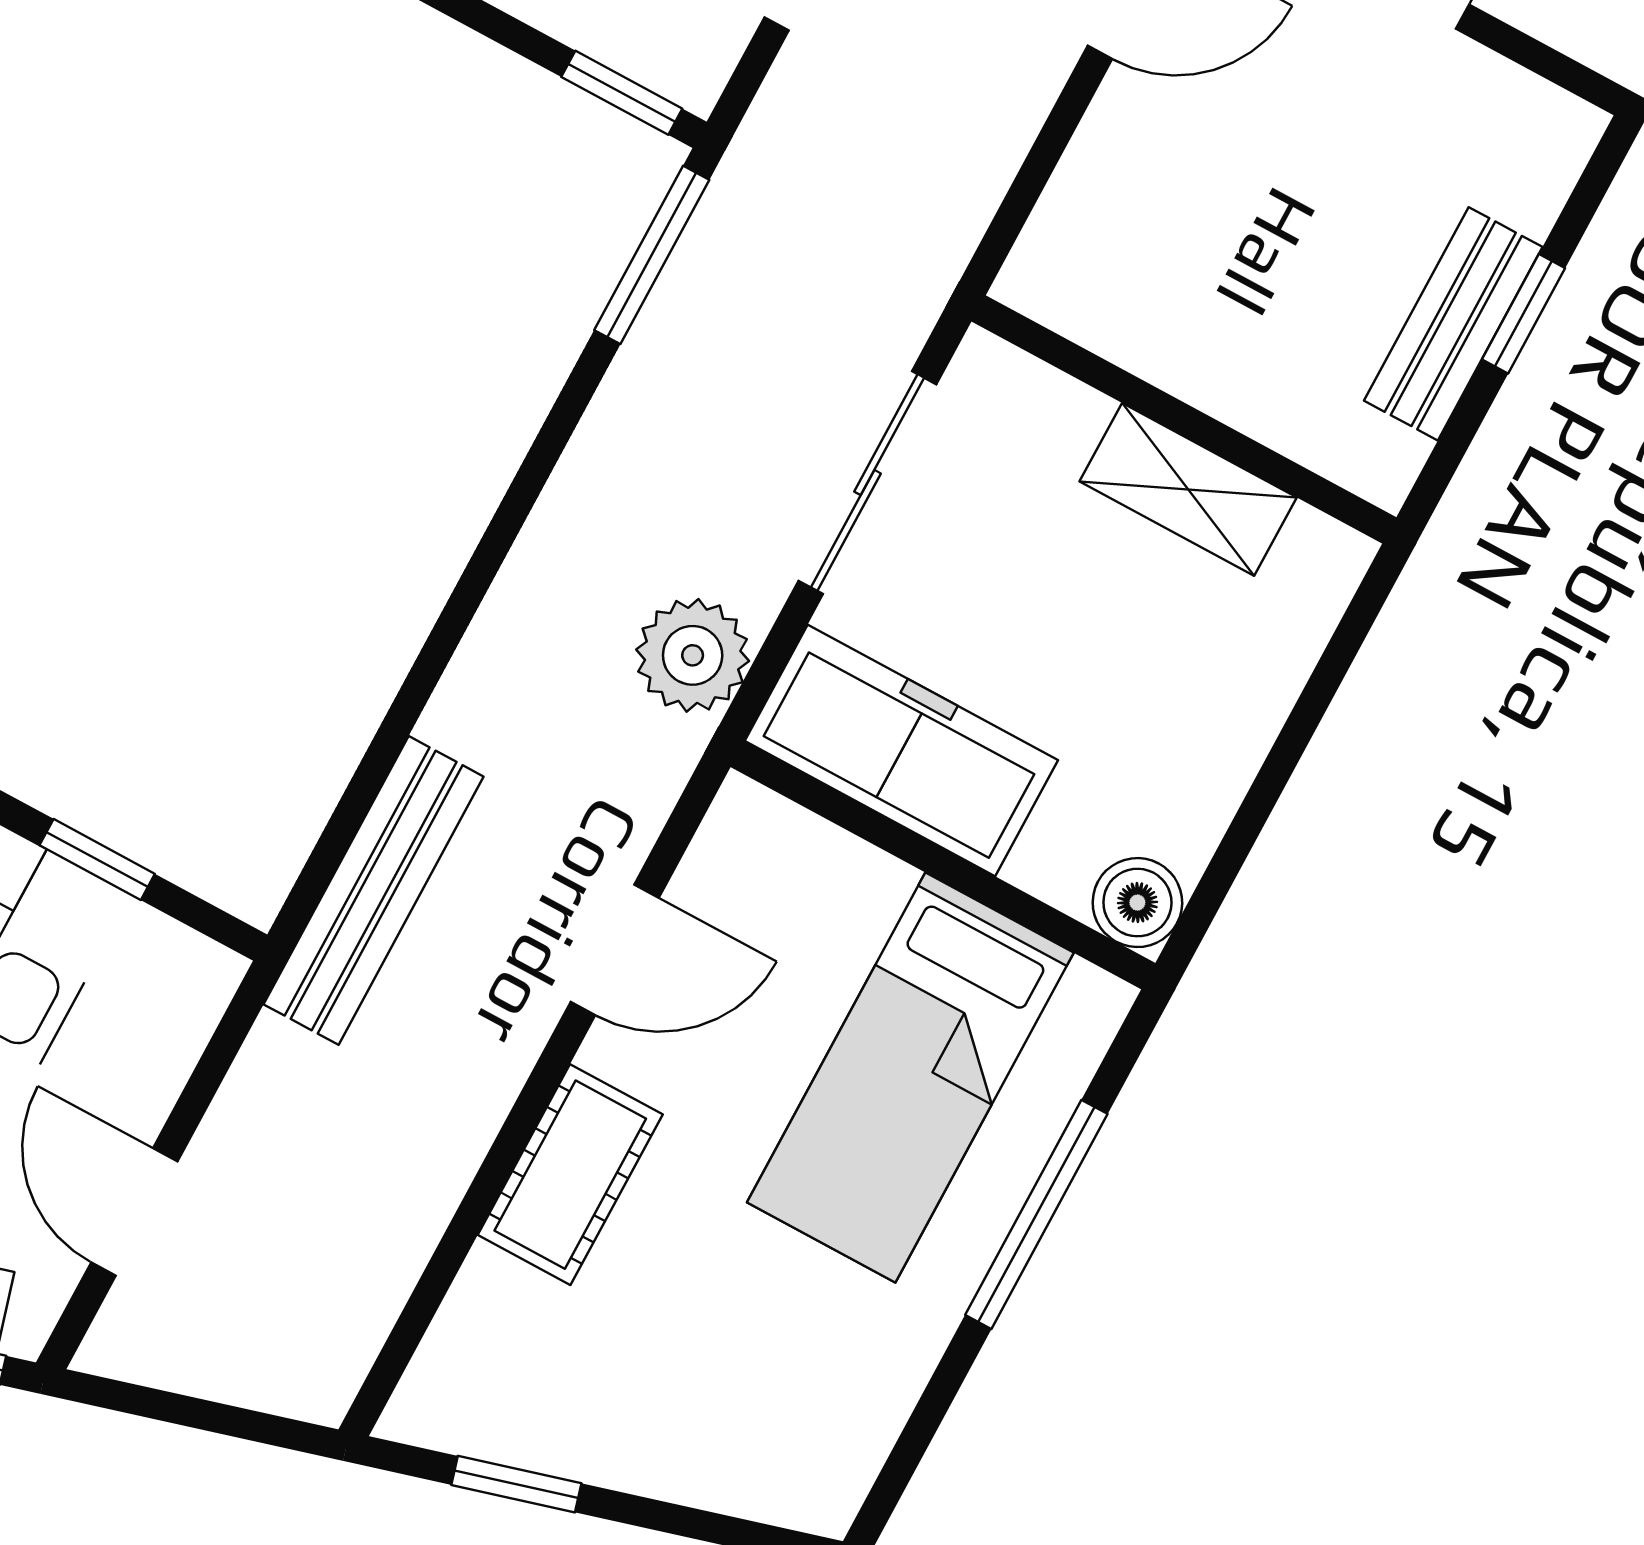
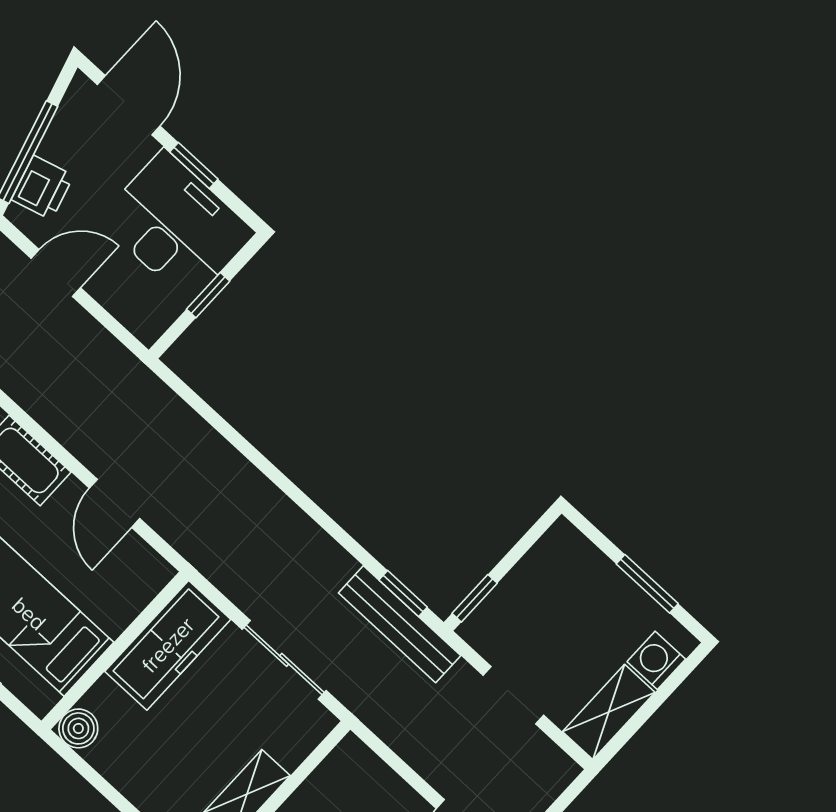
window: (652, 255) -> (403, 593), width x0.67
plant: (693, 655) -> (230, 568), removed
bench: (374, 890) -> (400, 624), moved

